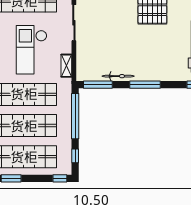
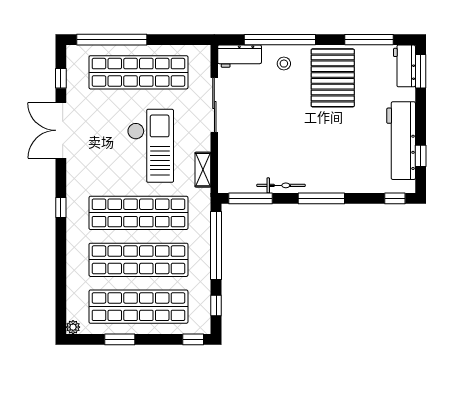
checkout: (31, 50) -> (150, 146), turned 180

